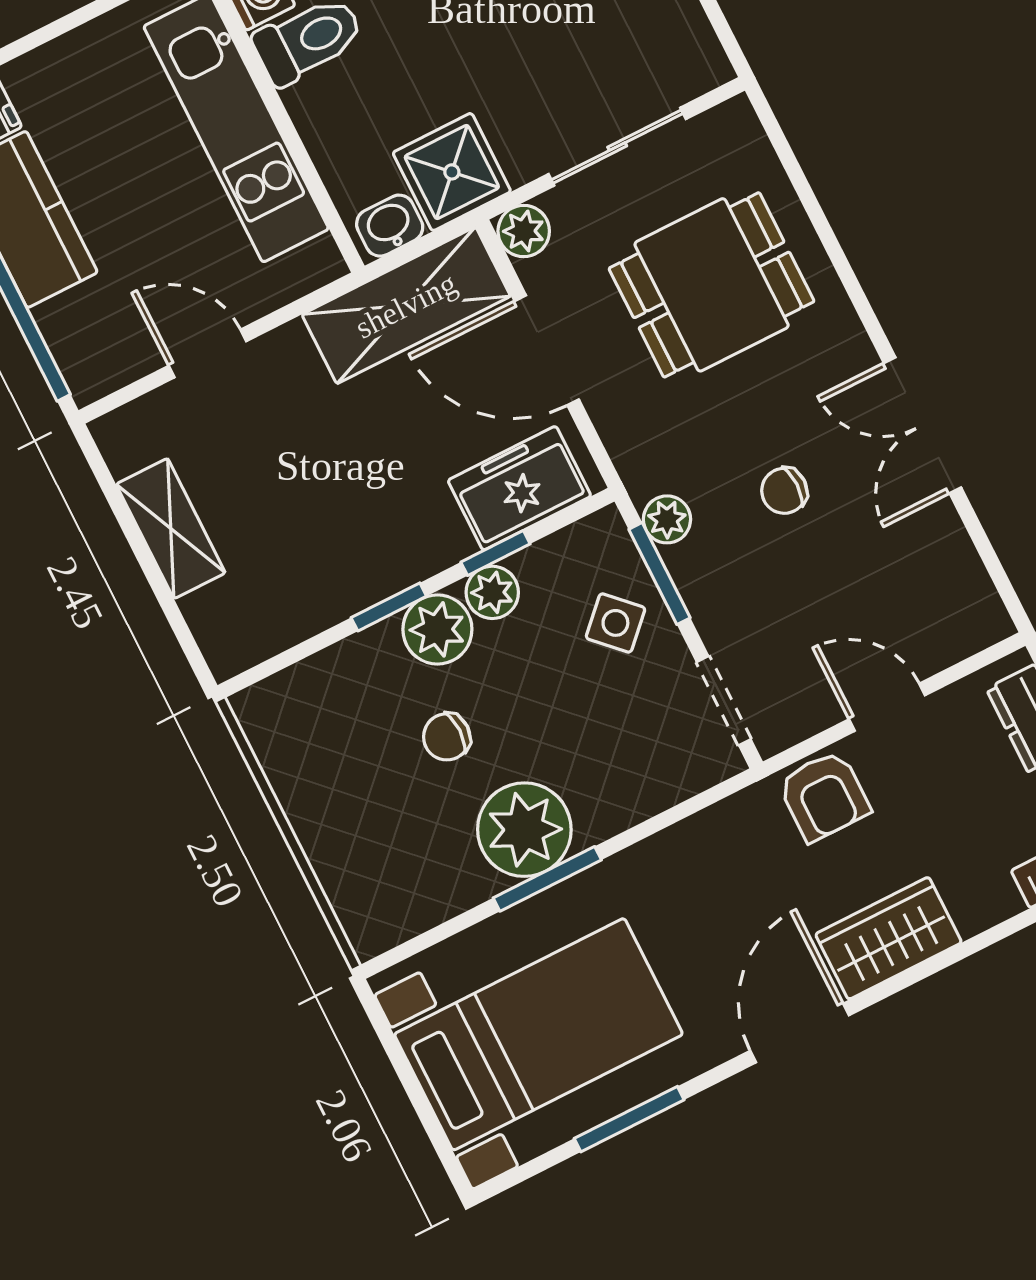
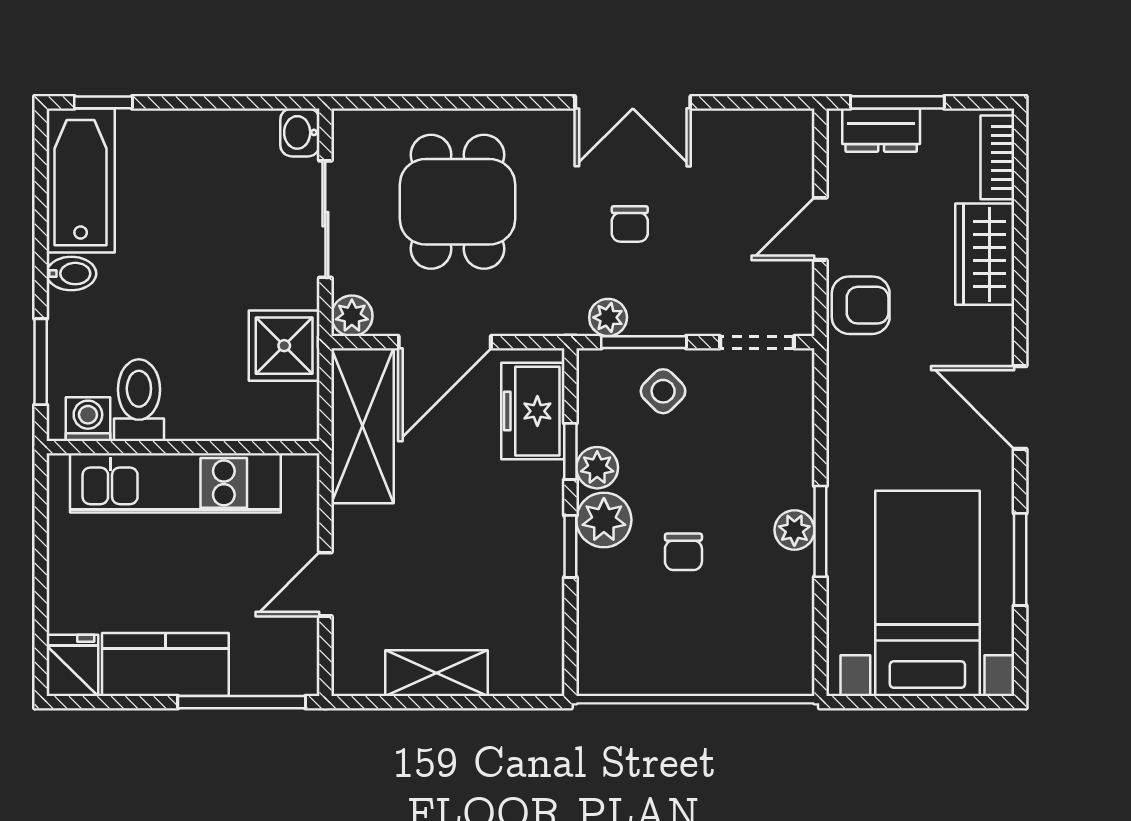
washbasin: (390, 226) -> (300, 132), moved
plant: (524, 830) -> (794, 530), width x0.53, depth x0.53
wardrobe: (889, 938) -> (985, 254), moved

